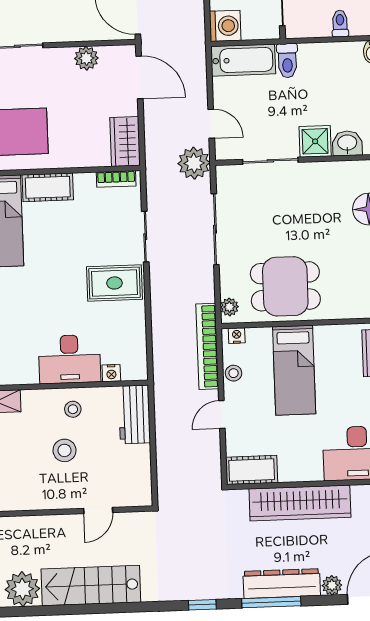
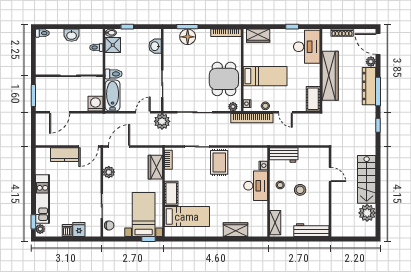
wardrobe: (125, 141) -> (155, 167), moved, turned 90
shower: (315, 141) -> (113, 45), moved

